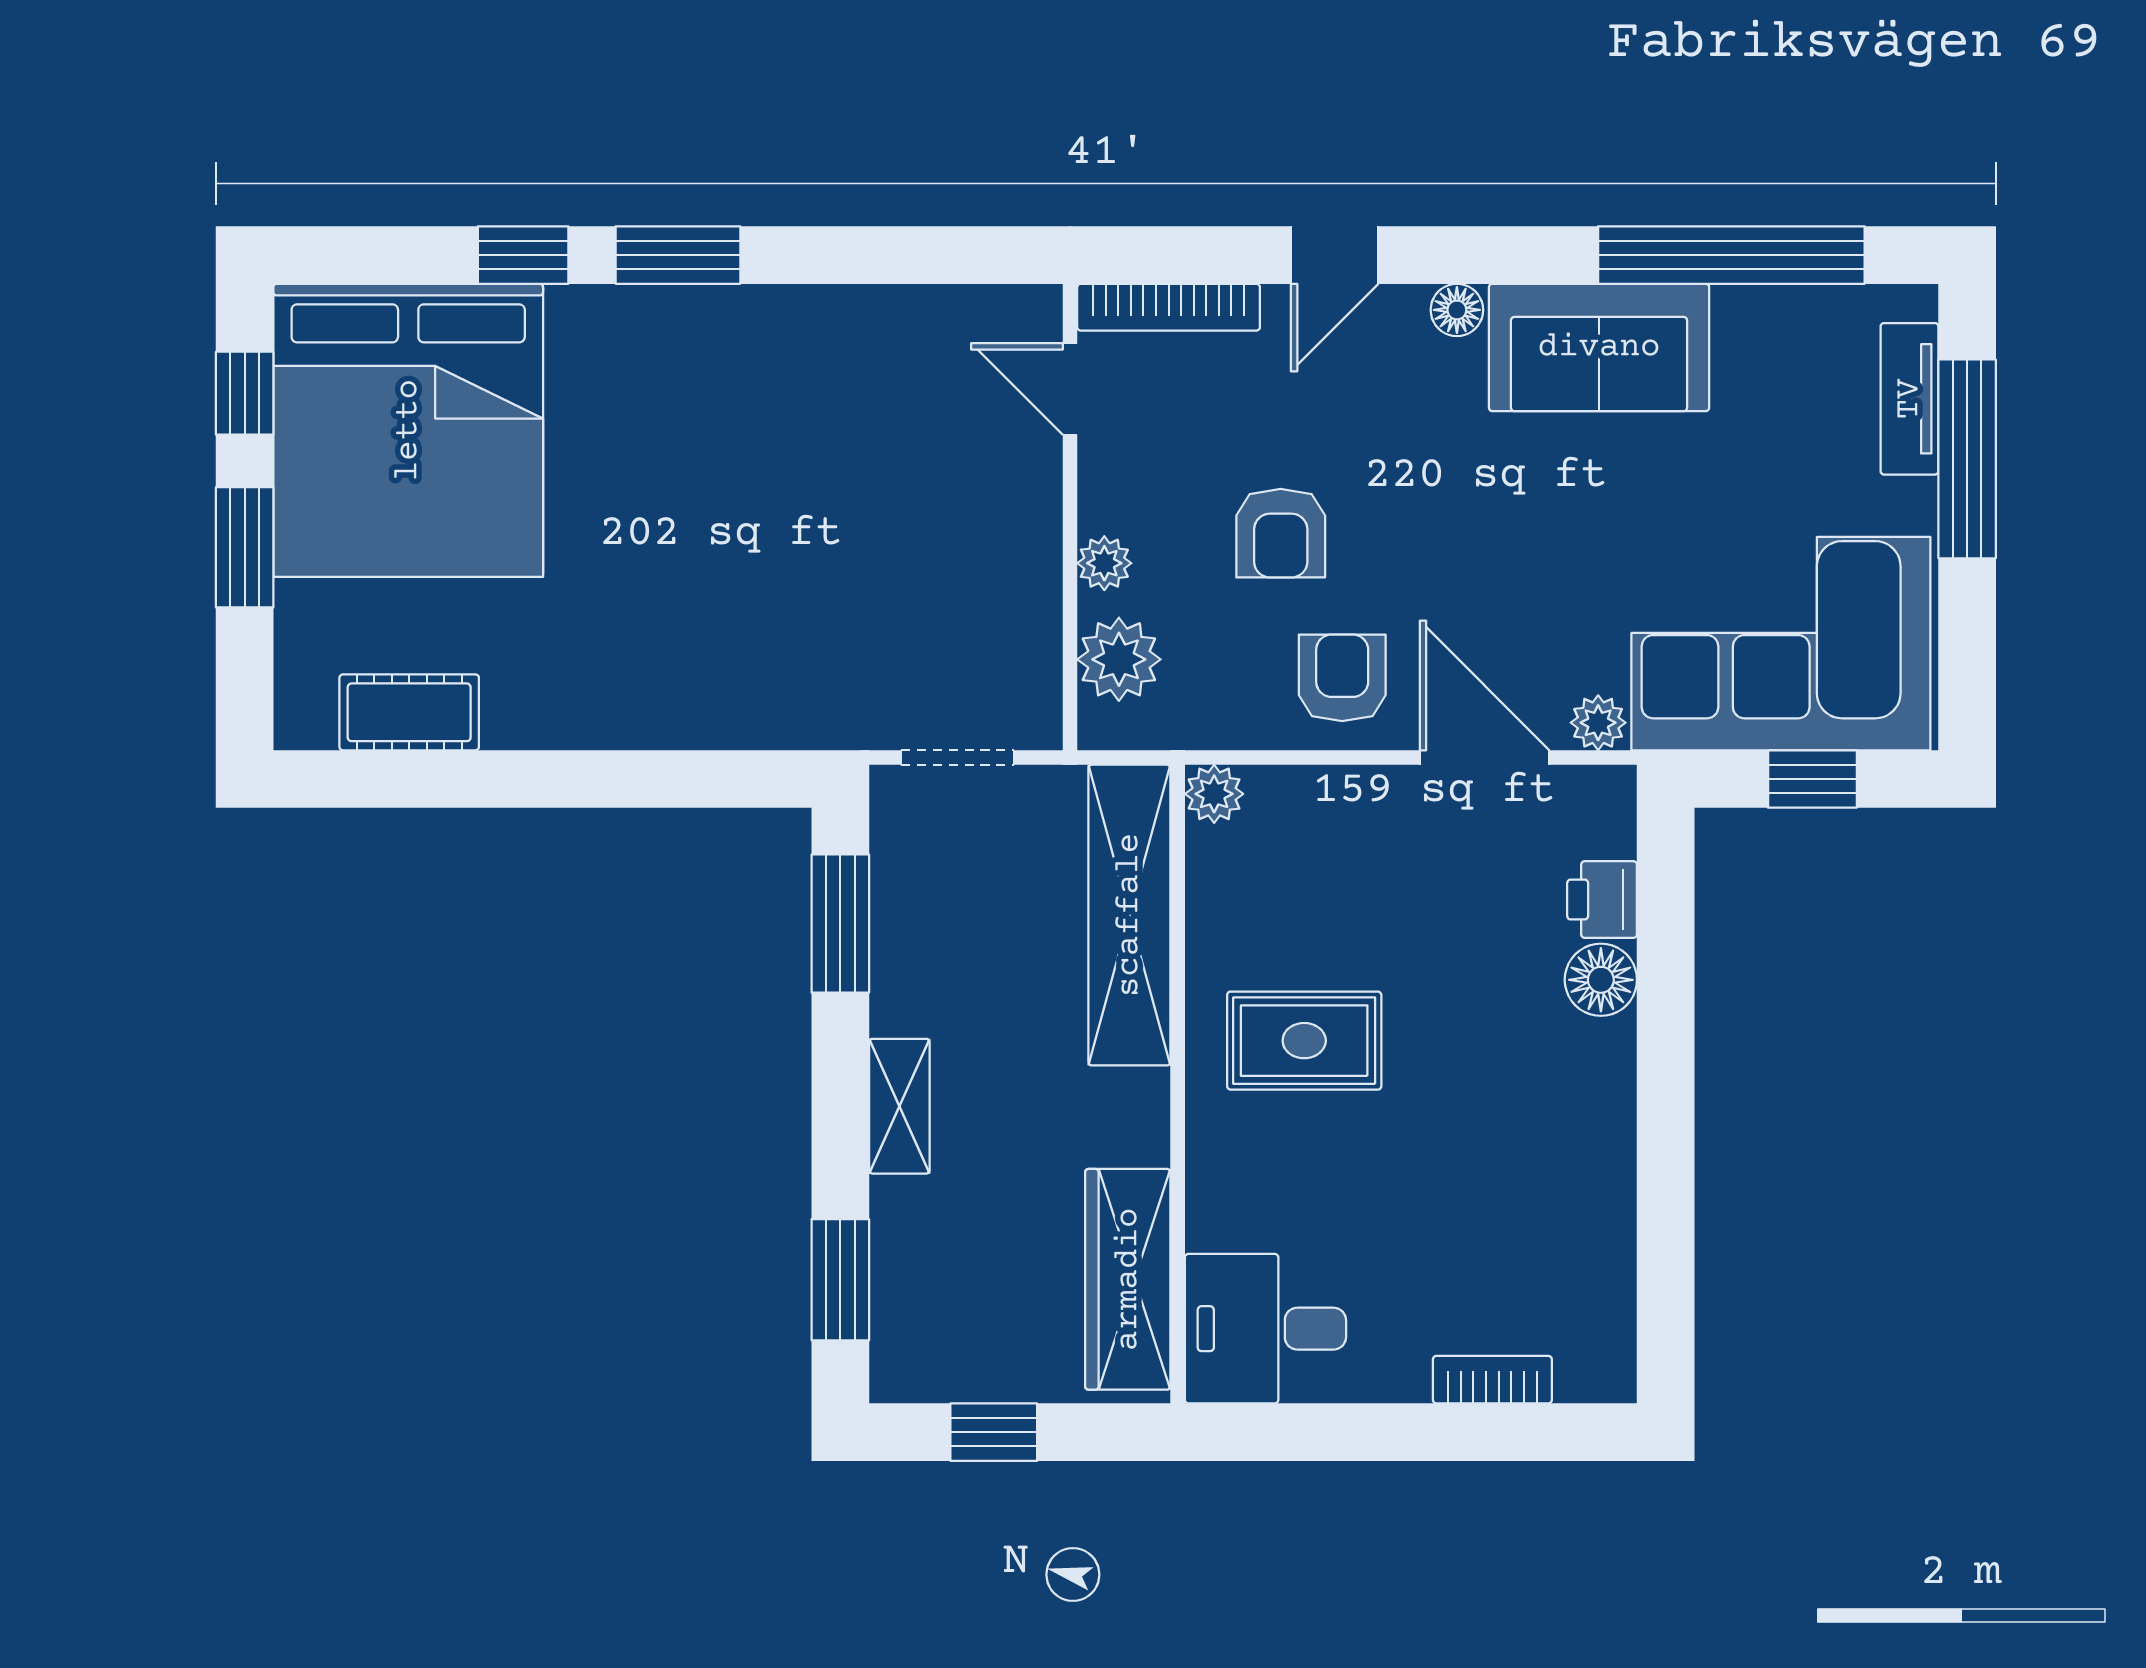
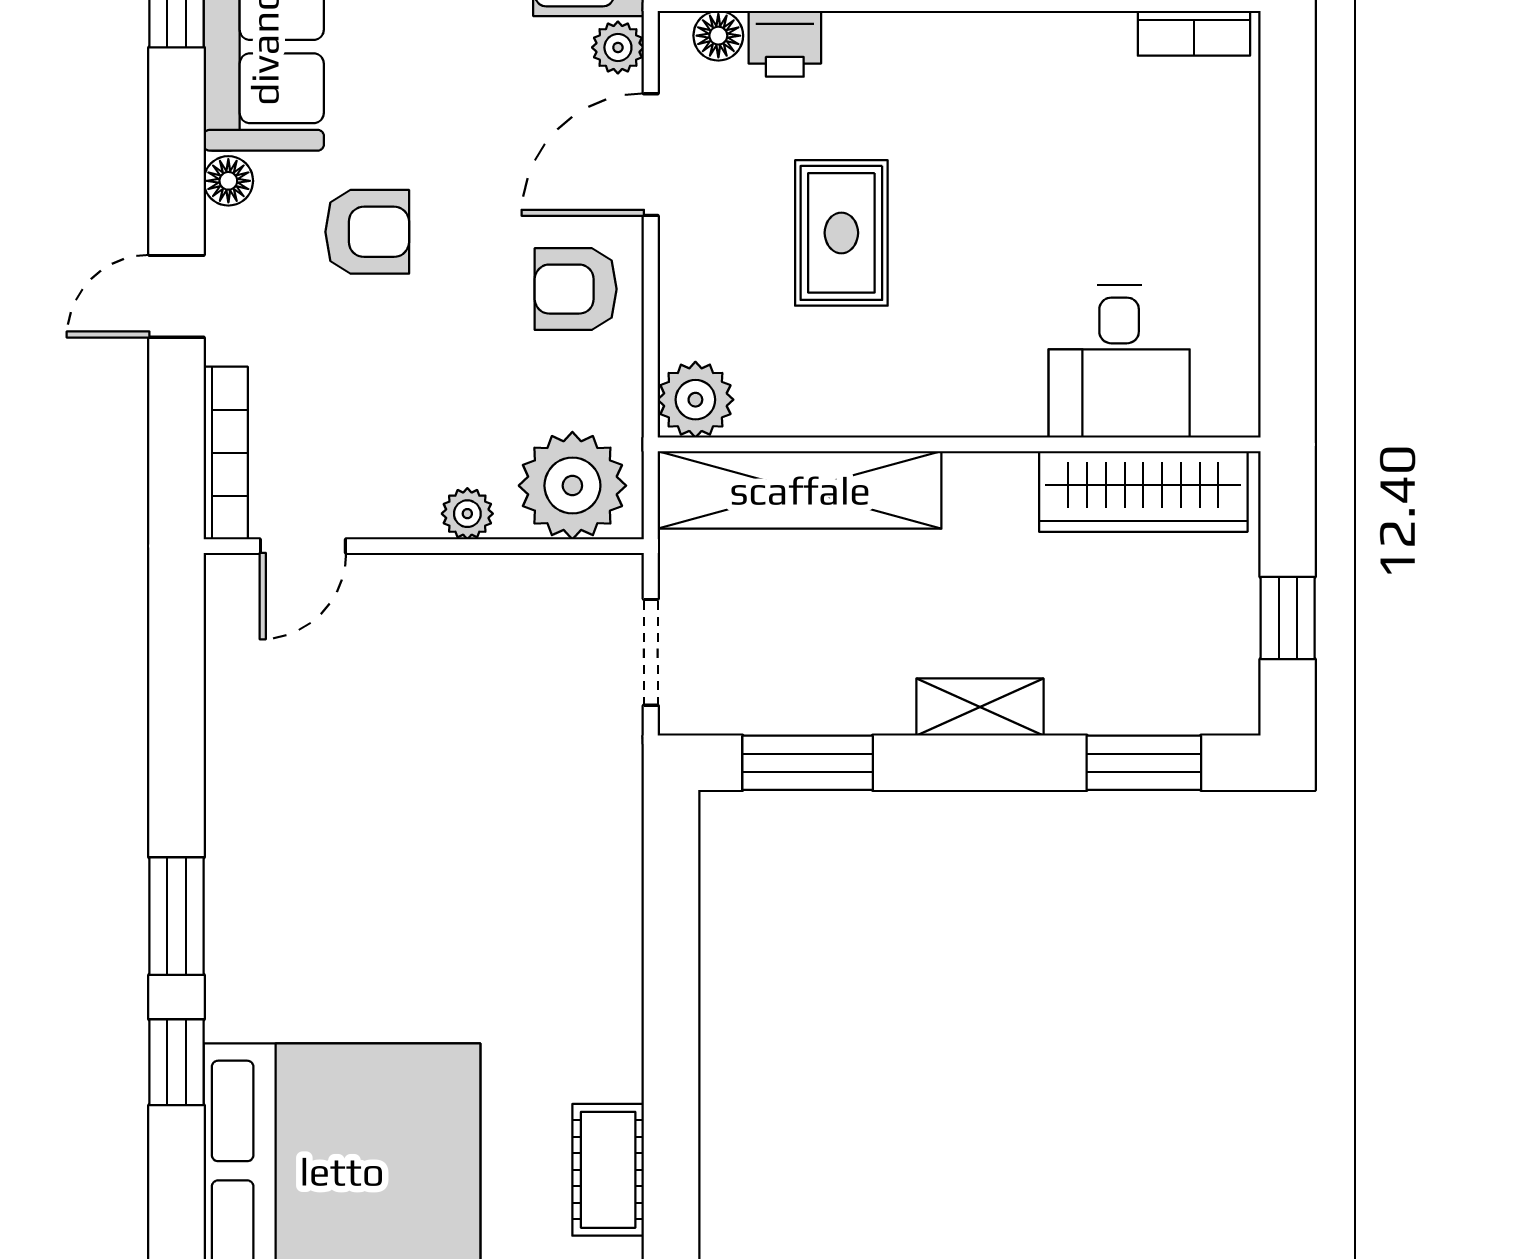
door: (1335, 255) -> (176, 296), swing flipped
armchair: (1281, 533) -> (367, 232), moved
plant: (1119, 659) -> (572, 486), width x1.36, depth x1.36
plant: (1214, 794) -> (695, 400), width x1.38, depth x1.38
floor lamp: (1601, 980) -> (718, 36), moved, width x0.73, depth x0.73
rug: (1304, 1041) -> (841, 233), moved
desk: (1265, 1329) -> (1119, 362), moved
bookcase: (1492, 1380) -> (1194, 33), moved, turned -90

